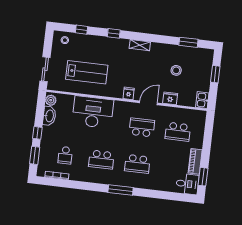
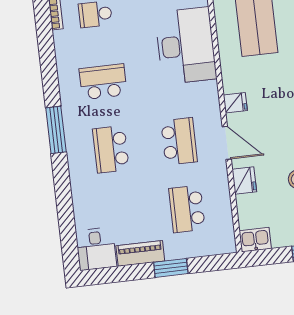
school desk: (101, 160) -> (103, 82), turned 90
window: (203, 177) -> (171, 268), moved

